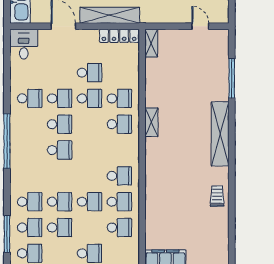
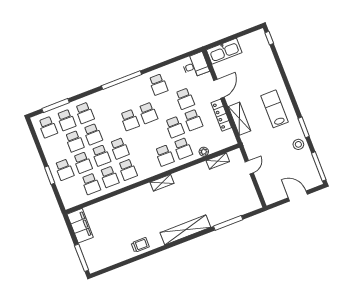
shelving: (110, 15) -> (240, 119), width x0.68
door: (200, 26) -> (249, 167), moved
locker: (119, 36) -> (221, 115), moved
shelving: (151, 43) -> (218, 161), moved
plant: (133, 74) -> (204, 152), added
school desk: (60, 98) -> (185, 99), moved
shelving: (151, 122) -> (162, 183), moved
school desk: (89, 176) -> (120, 148), added
school desk: (89, 228) -> (83, 163), added

